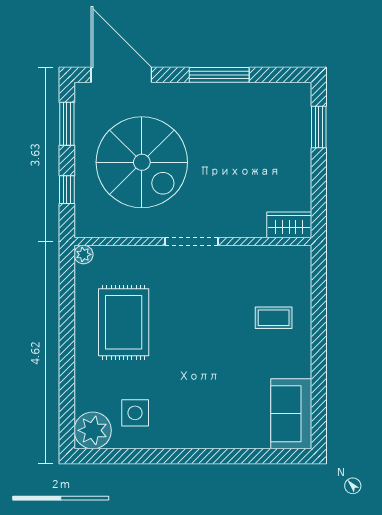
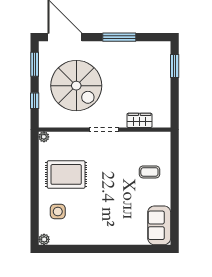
wardrobe: (289, 225) -> (139, 120), moved
rug: (124, 322) -> (66, 174), turned 90
side table: (135, 413) -> (58, 212), moved
plant: (93, 430) -> (44, 239), width x0.53, depth x0.53

